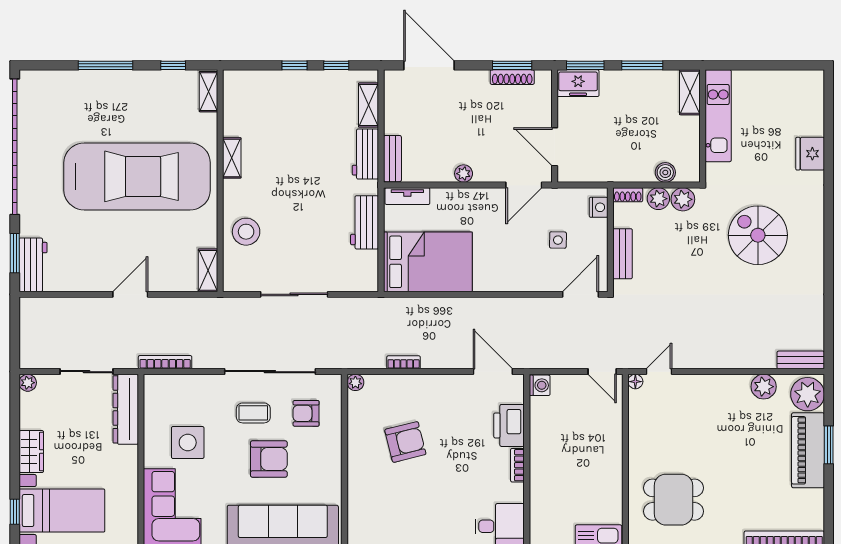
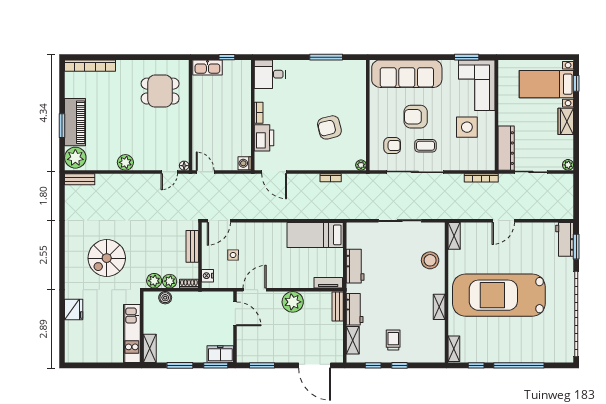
window: (106, 65) -> (519, 365), width x1.46
shoe rack: (512, 77) -> (262, 358), removed
trolley: (304, 105) -> (393, 340), added
plant: (464, 174) -> (293, 302), width x1.87, depth x1.87
spiral stairs: (758, 235) -> (107, 258), turned 90
bed: (428, 262) -> (315, 235), width x0.67
plant: (764, 387) -> (125, 162), moved

